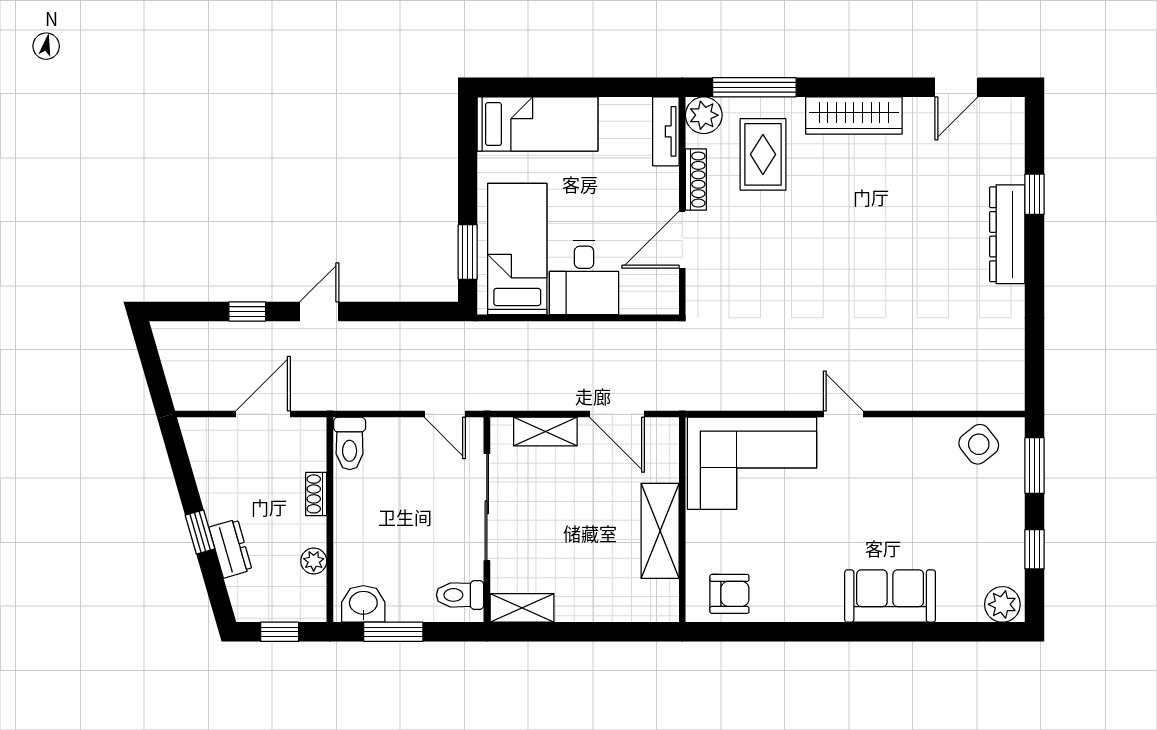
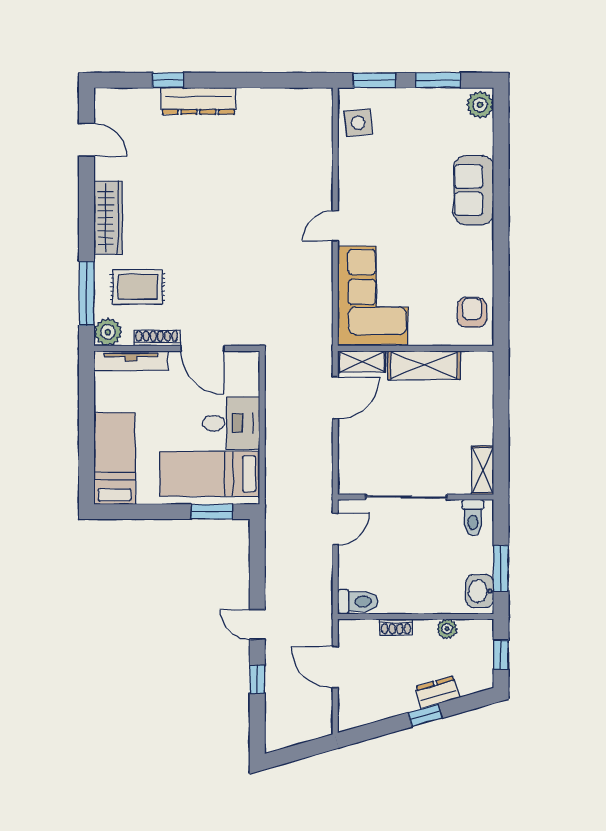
tv unit: (666, 131) -> (131, 361), width x1.41
shelving: (545, 432) -> (362, 362), moved, turned 90
side table: (979, 444) -> (358, 123), turned 32
window: (1035, 549) -> (438, 80), width x1.50

